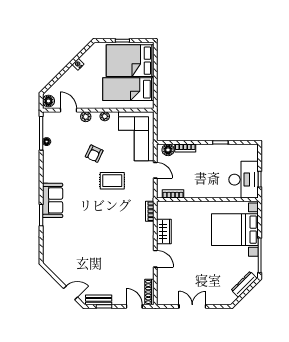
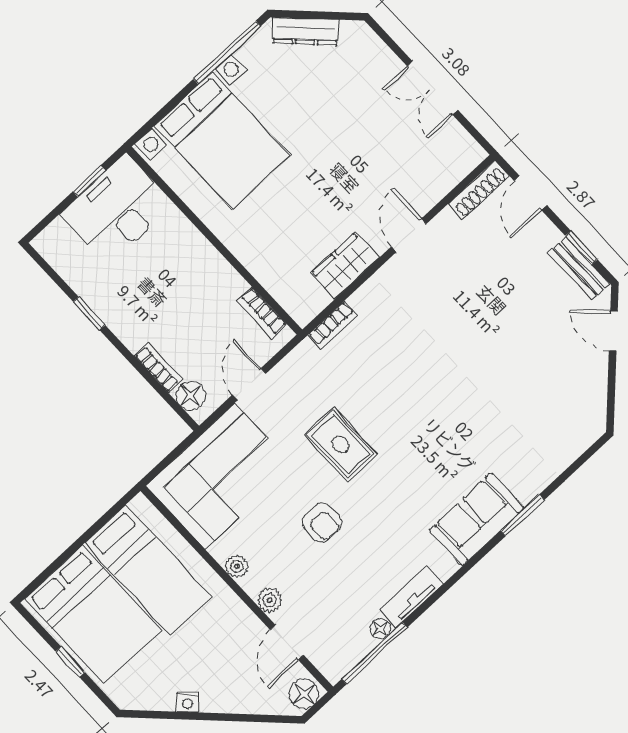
armchair: (94, 154) -> (322, 523), turned 65
tv unit: (48, 160) -> (412, 597), added

